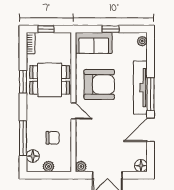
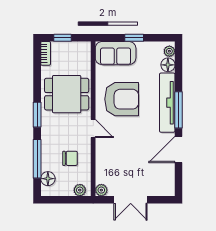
window: (23, 82) -> (37, 115), moved
plant: (49, 166) -> (80, 190), moved
floor lamp: (141, 166) -> (168, 65), moved

